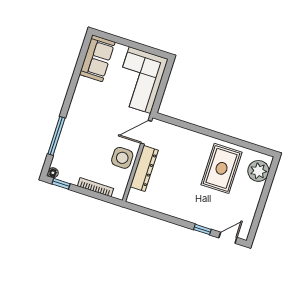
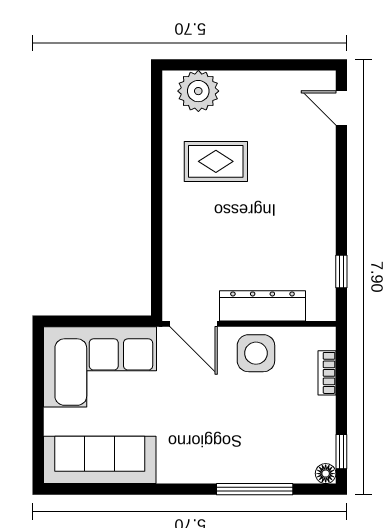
sofa: (97, 58) -> (100, 460), width x1.36
rug: (222, 168) -> (216, 161), width x0.73, depth x0.70
bookcase: (95, 187) -> (327, 373), width x0.64
window: (202, 229) -> (341, 271), moved

